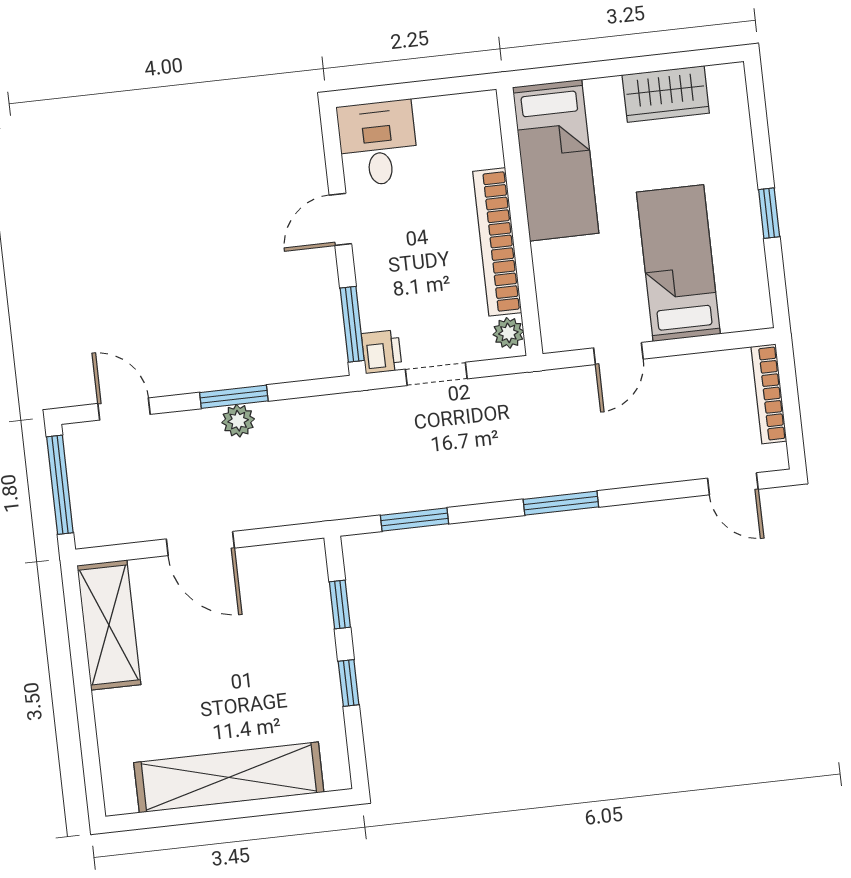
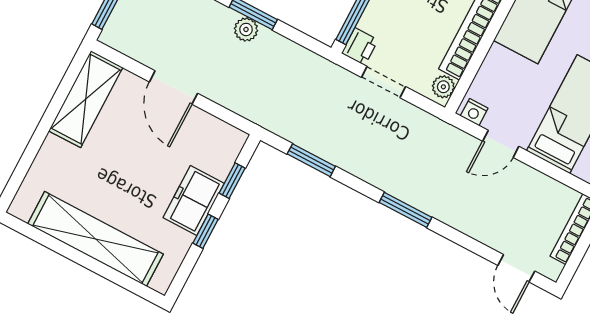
nightstand: (563, 338) -> (474, 112), added
freezer: (311, 657) -> (194, 201), added

